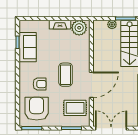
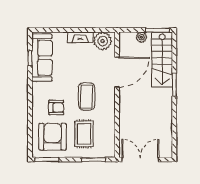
sofa: (28, 47) -> (42, 58), width x1.36
door: (91, 85) -> (117, 72), moved
rug: (75, 108) -> (84, 134), moved, turned 90

